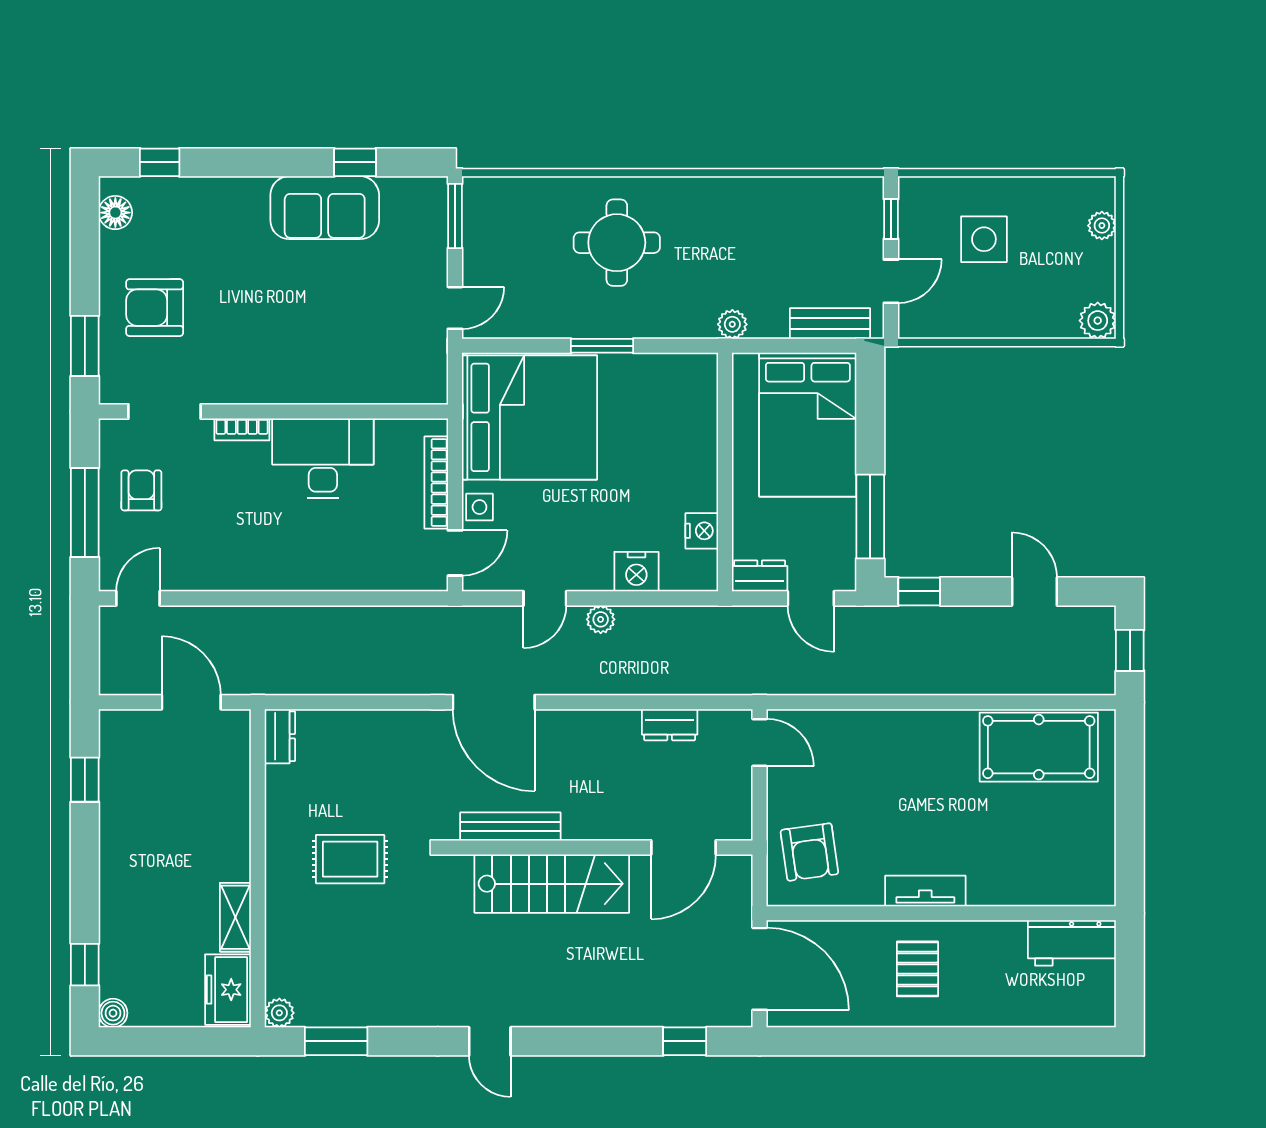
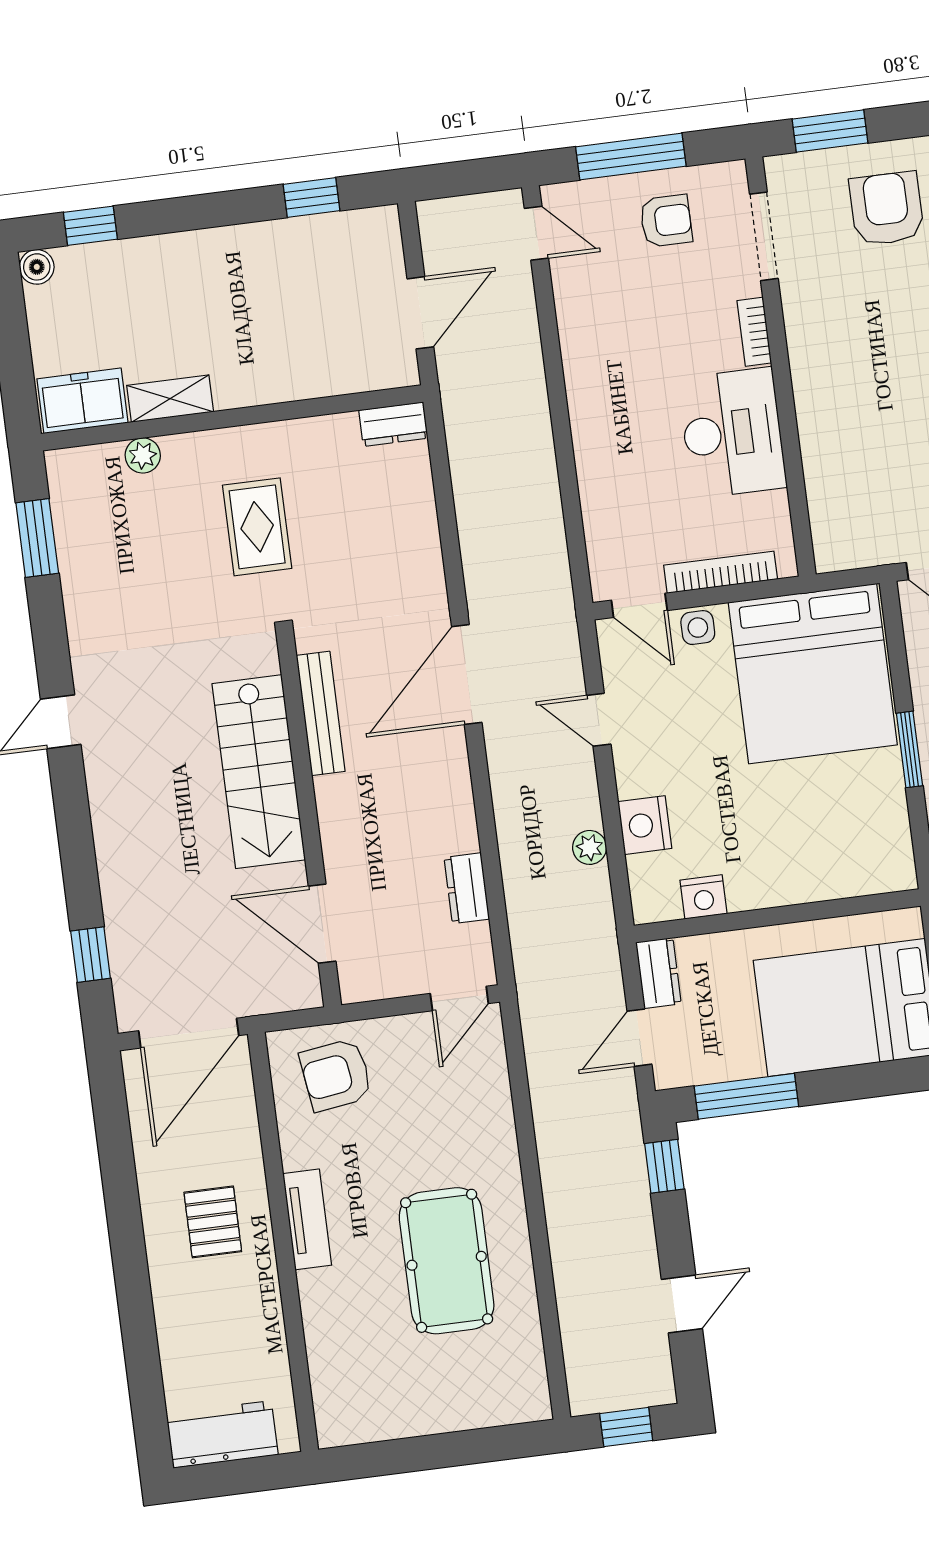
plant: (601, 619) -> (590, 847), moved
pool table: (1039, 747) -> (447, 1261), moved
workbench: (1072, 943) -> (222, 1434), moved, turned 90
pallet: (917, 969) -> (213, 1222), turned 90
plant: (279, 1013) -> (143, 455), moved

